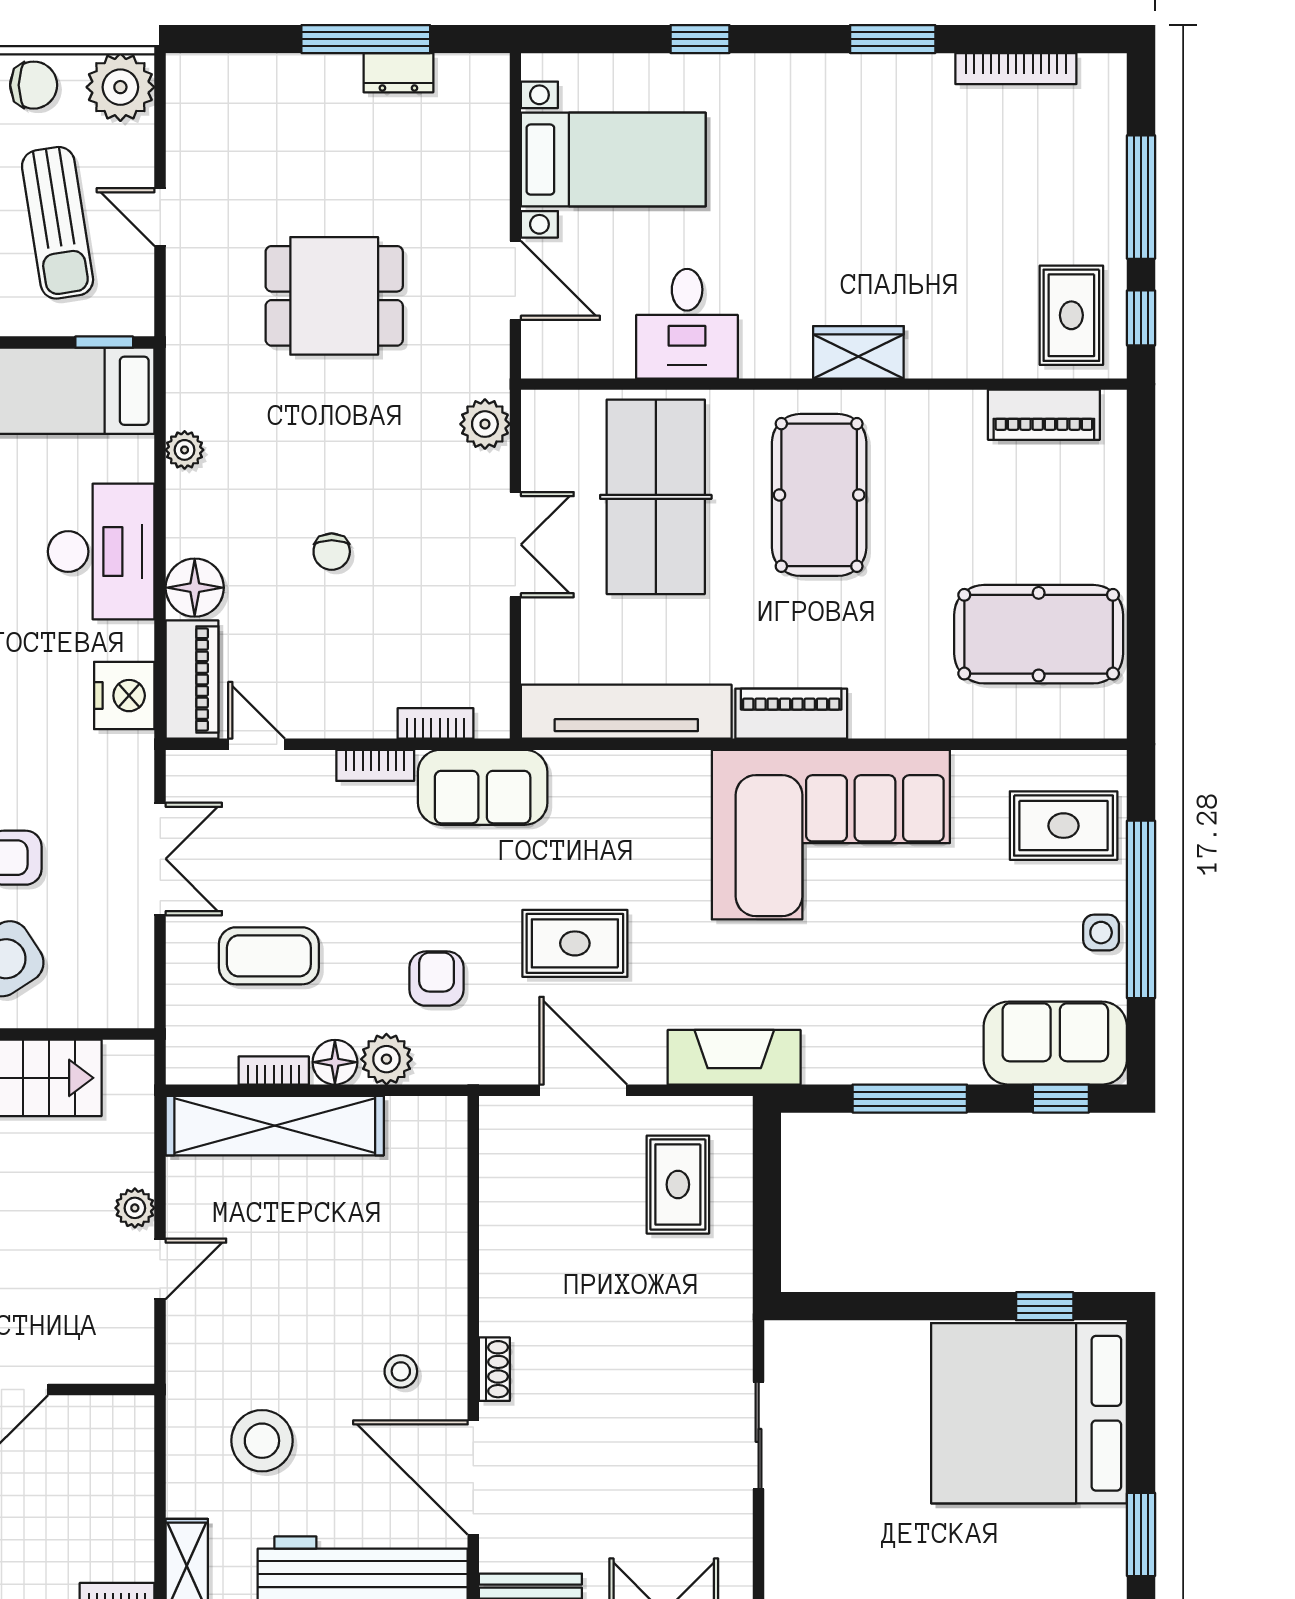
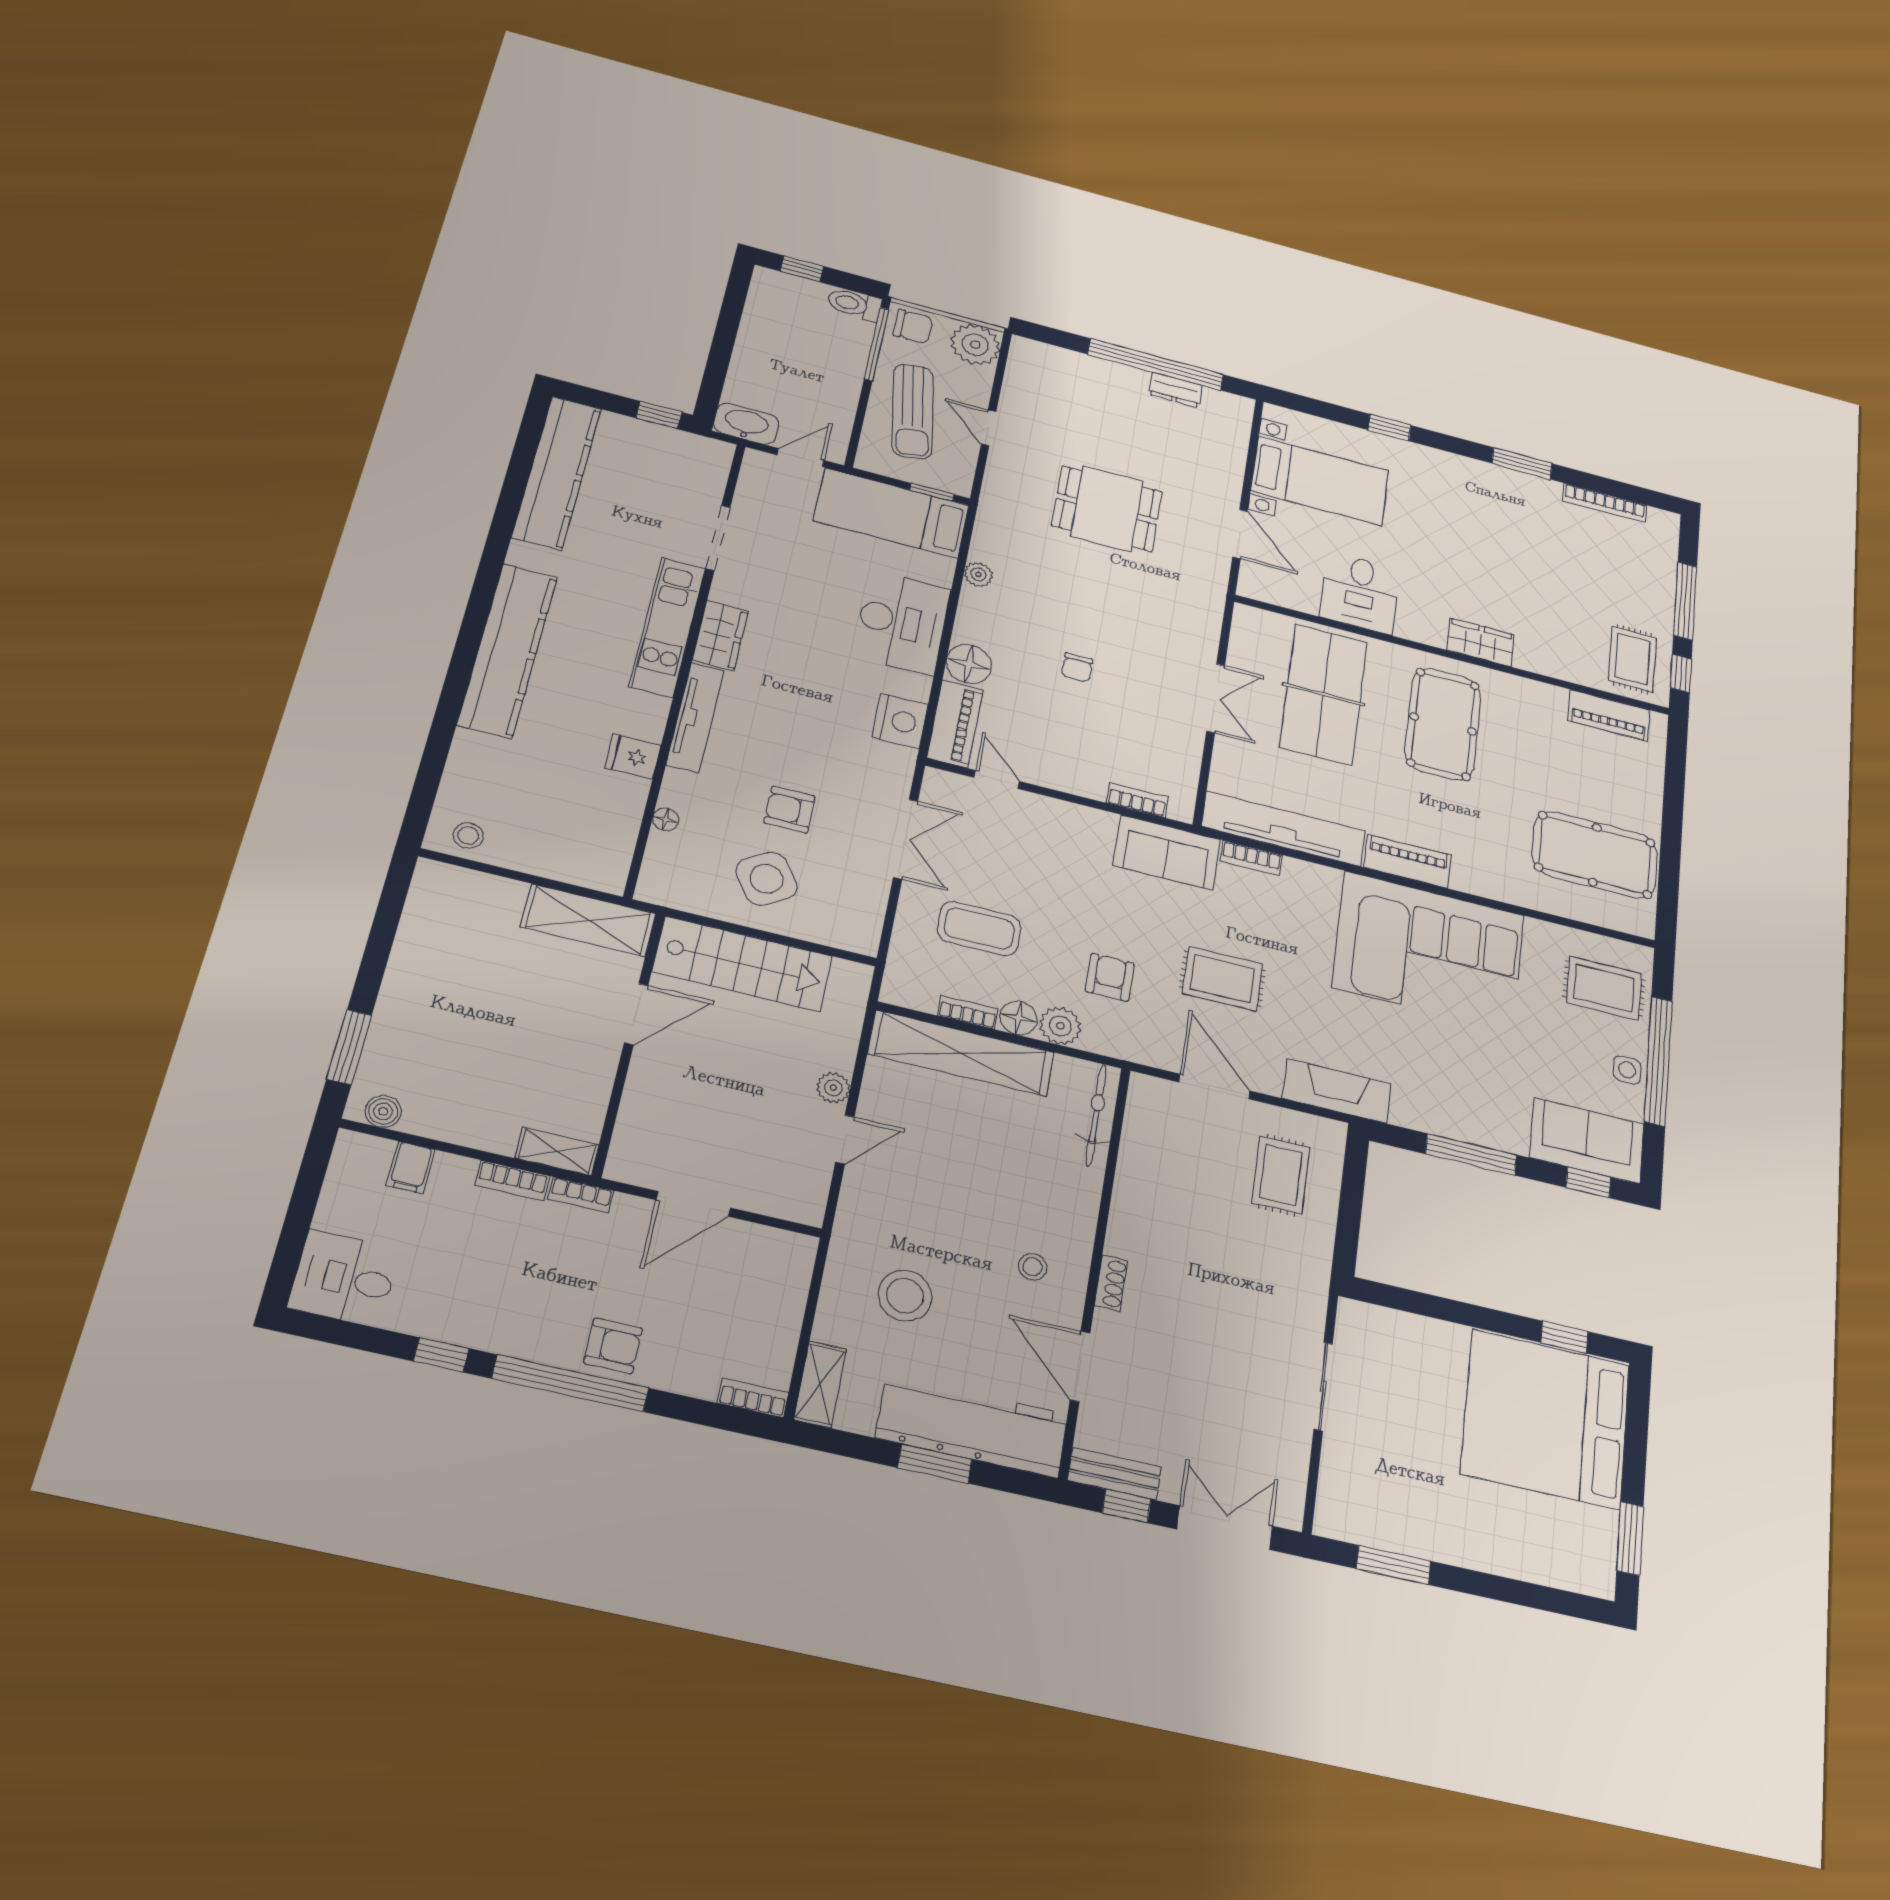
window: (366, 39) -> (1156, 364), width x1.46
plant: (485, 424) -> (1205, 616), removed
bookcase: (375, 765) -> (1251, 858), moved
bicycle: (446, 1164) -> (1096, 1115), added
door: (473, 1478) -> (1080, 1366), width x0.73

